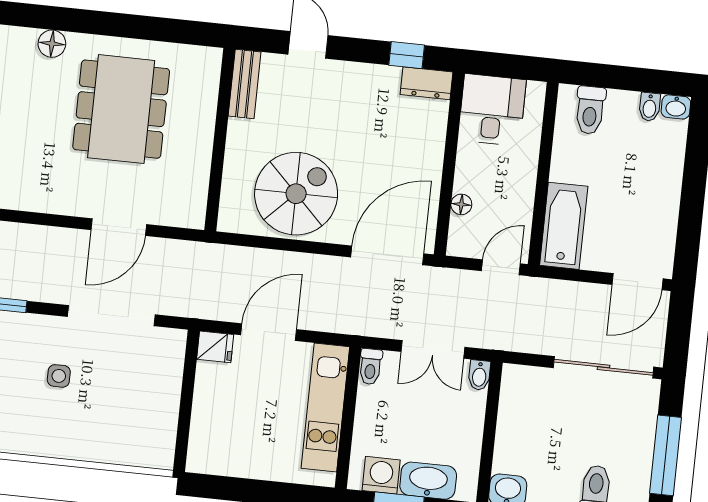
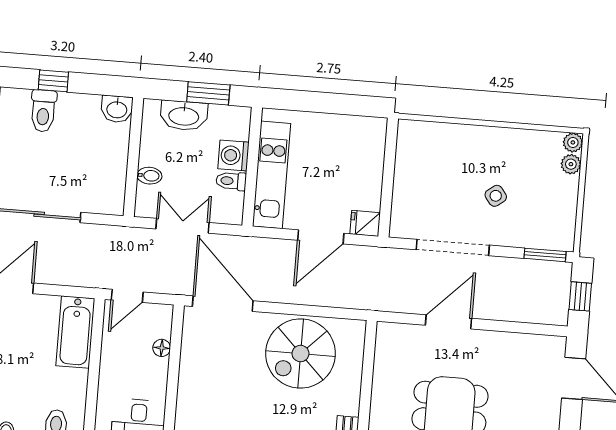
door: (387, 255) -> (223, 304), swing flipped
toilet: (370, 367) -> (231, 181), moved, turned -90
bidet: (479, 375) -> (149, 176), moved, turned 90
side table: (59, 376) -> (496, 196), turned -37
washing machine: (381, 475) -> (234, 155), moved, turned 90

